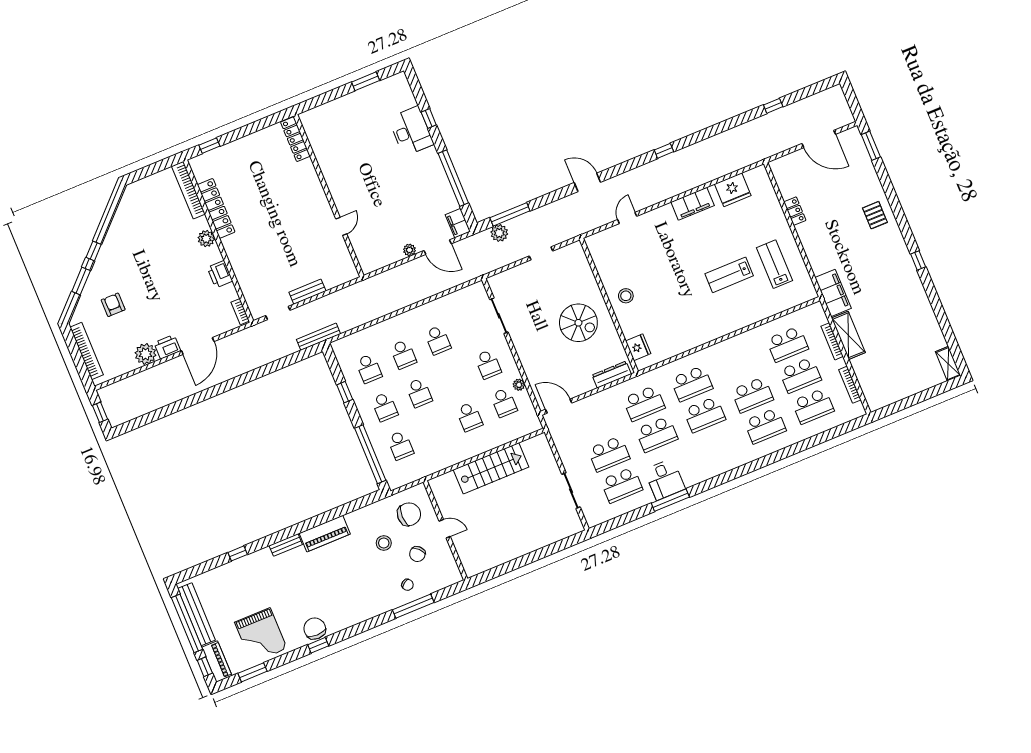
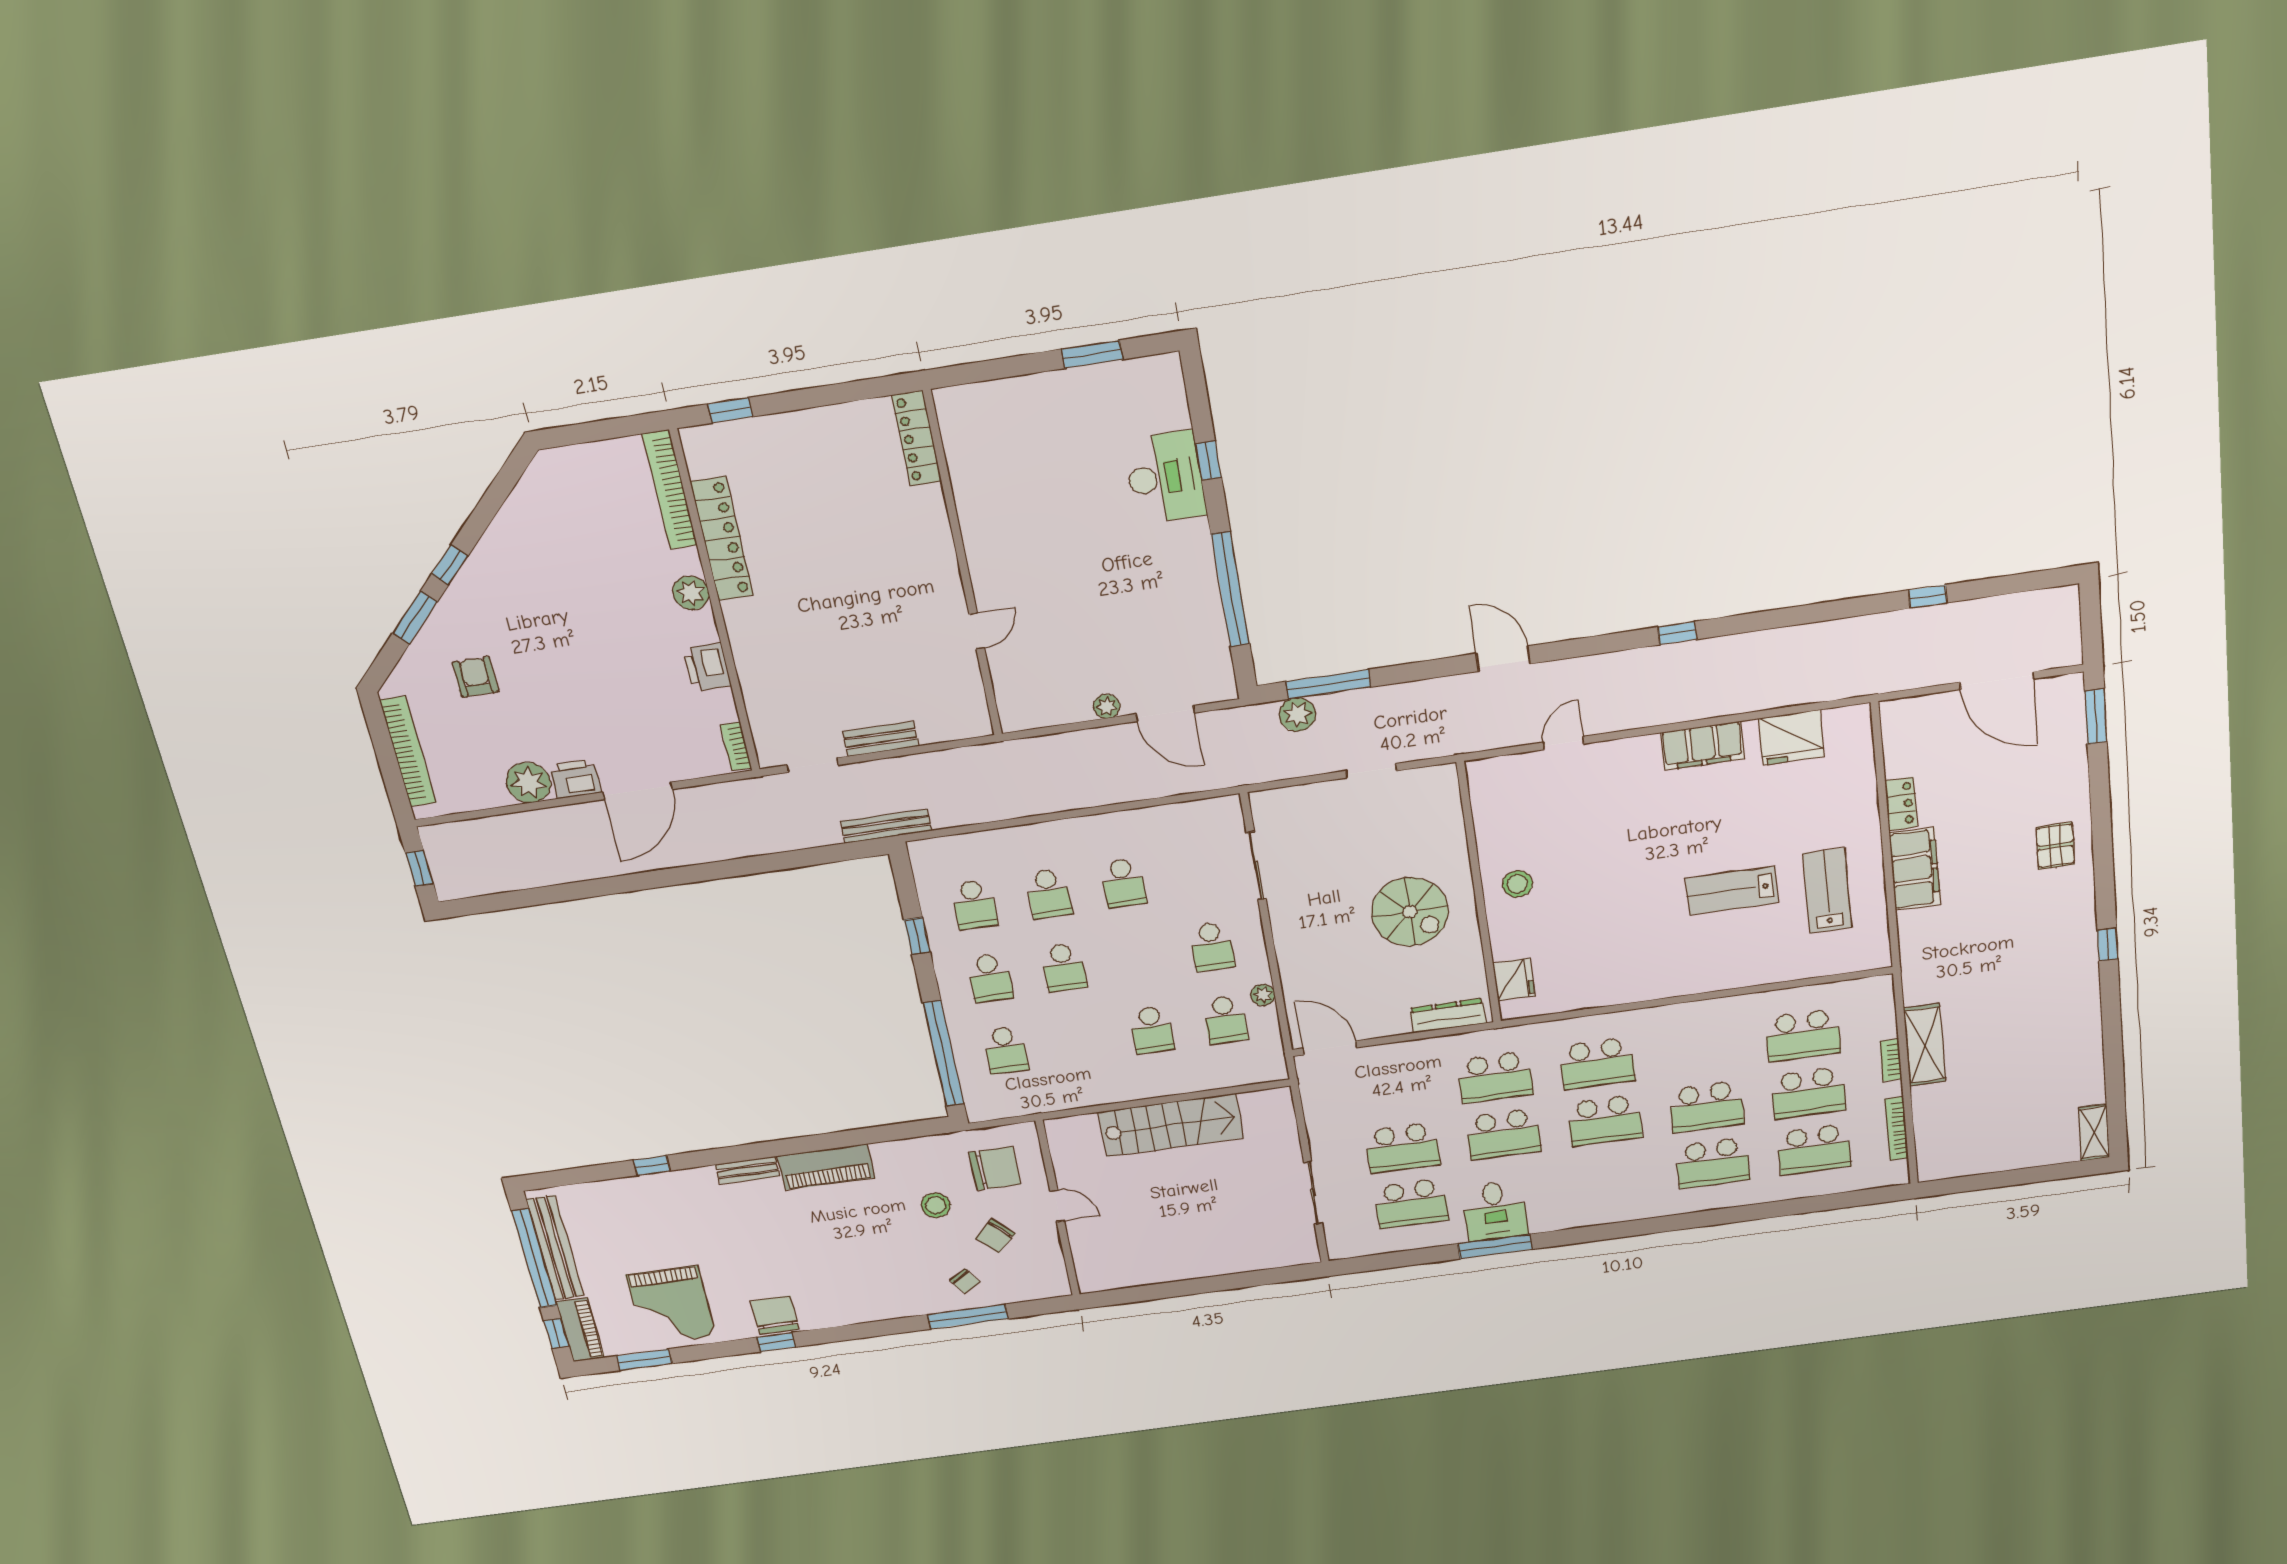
filing cabinet: (458, 223) -> (1218, 677), removed
filing cabinet: (833, 293) -> (1915, 869), moved
bookcase: (832, 341) -> (1891, 1060), width x0.64

